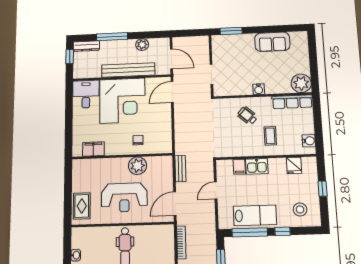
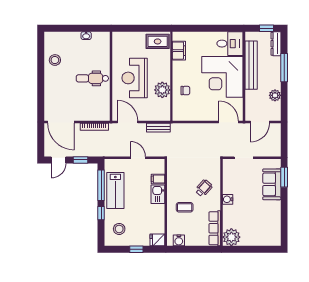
sofa: (272, 42) -> (272, 184), moved
bench: (128, 70) -> (251, 65), moved
fridge: (294, 165) -> (157, 240), moved
rug: (82, 206) -> (158, 41), moved

